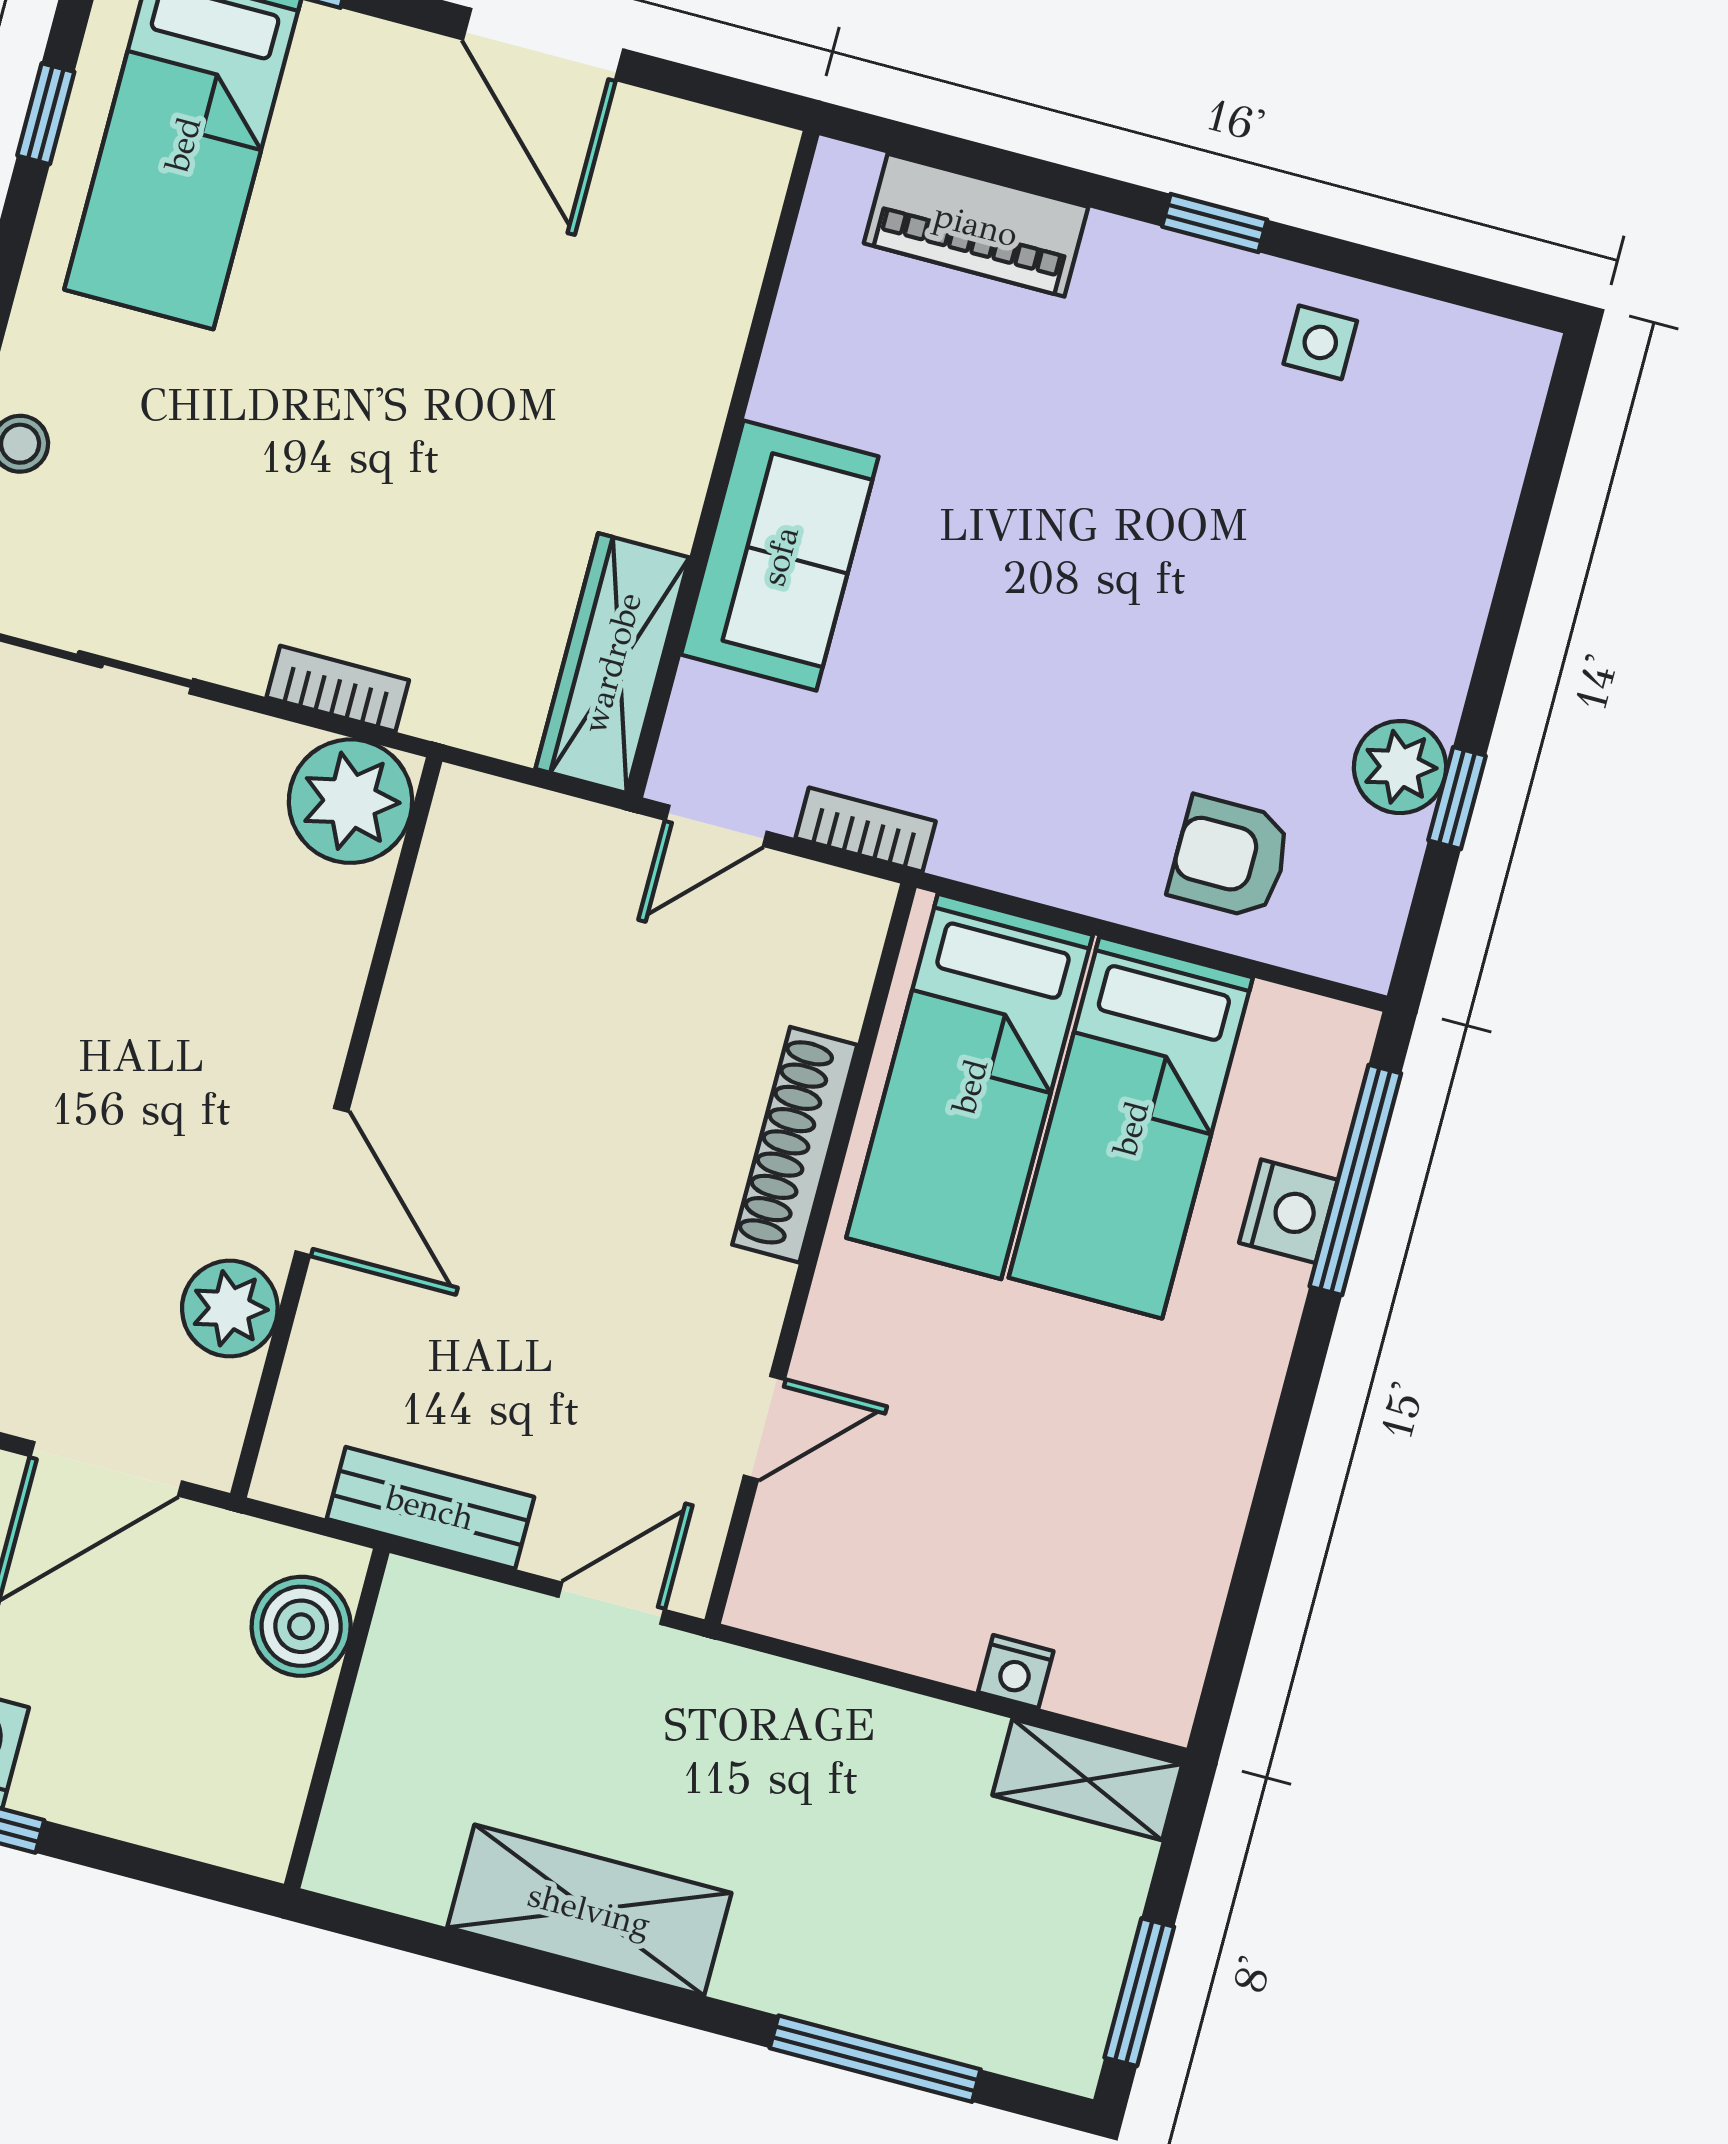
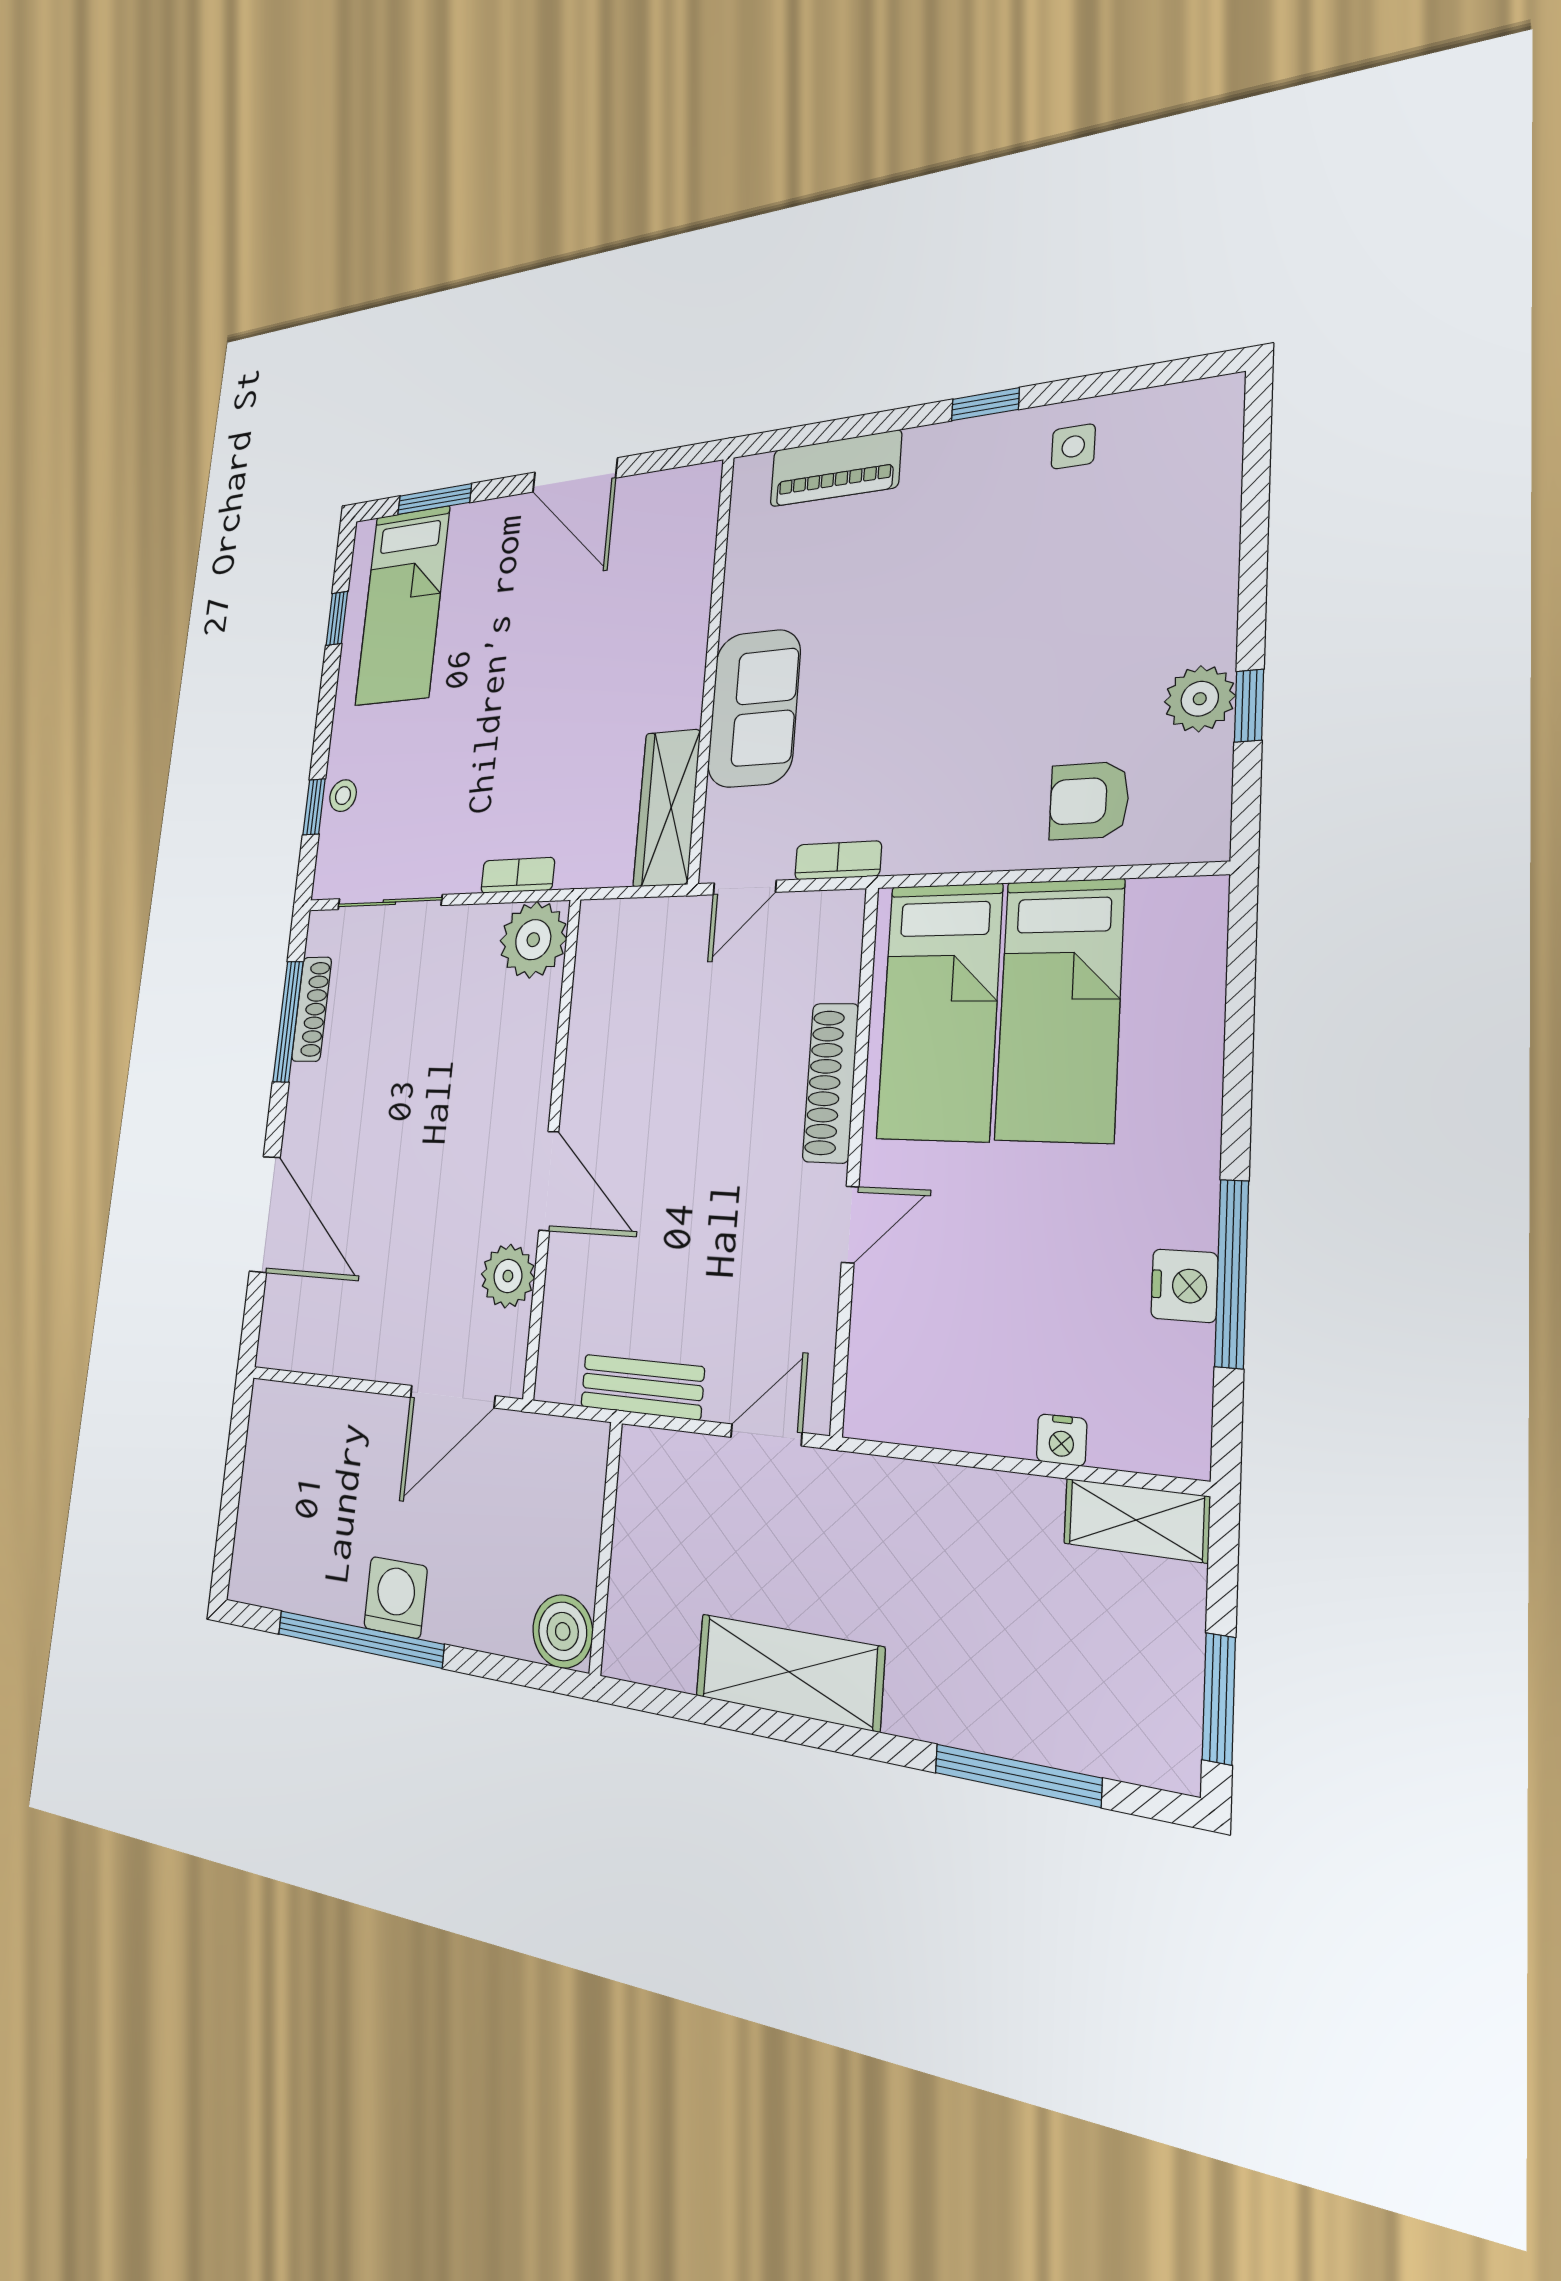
window: (1355, 1180) -> (1232, 1273), moved
nightstand: (1288, 1211) -> (1184, 1286), moved
door: (764, 1428) -> (850, 1225), moved
boiler: (301, 1626) -> (563, 1631), moved

